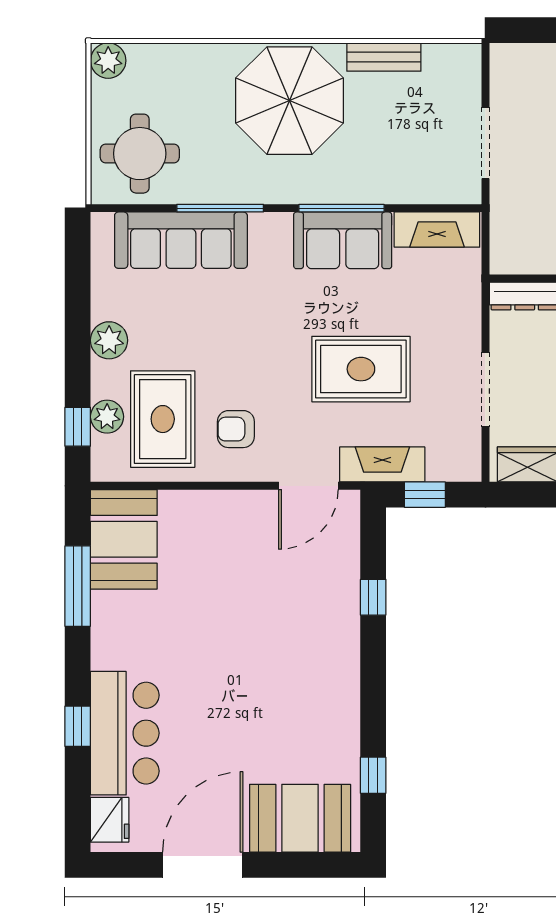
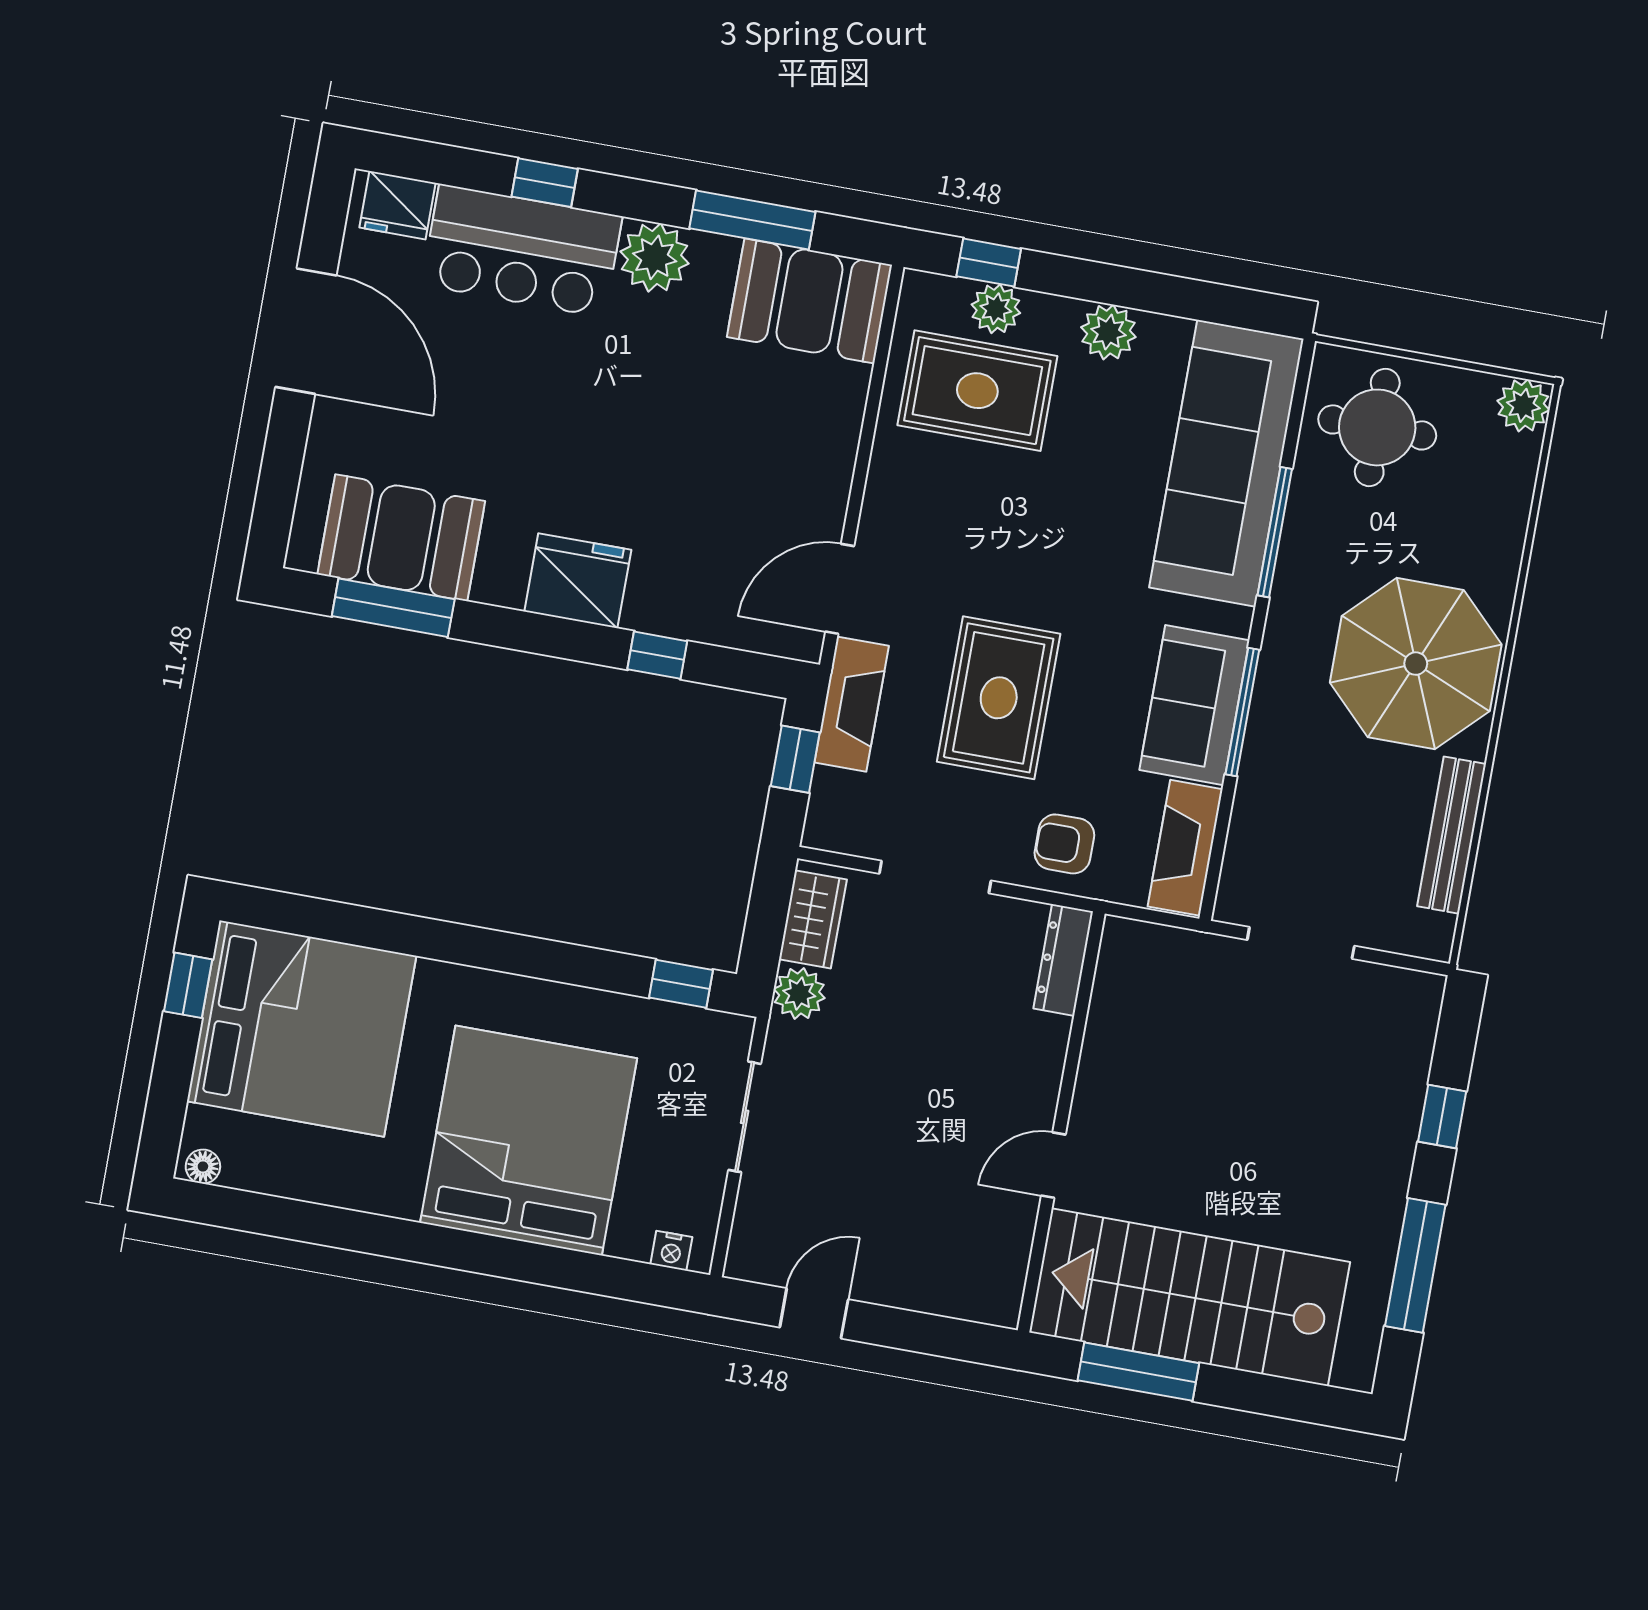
bench: (384, 57) -> (1452, 835), width x1.36
sofa: (181, 240) -> (1226, 463), width x1.36, depth x1.27
armchair: (236, 429) -> (1064, 844), moved, turned -90
door: (308, 486) -> (840, 589), hinge flipped
plant: (114, 646) -> (655, 257), added
fridge: (334, 658) -> (578, 581), added
window: (373, 775) -> (393, 608), width x2.17
booth: (300, 818) -> (401, 538), moved, turned 90

